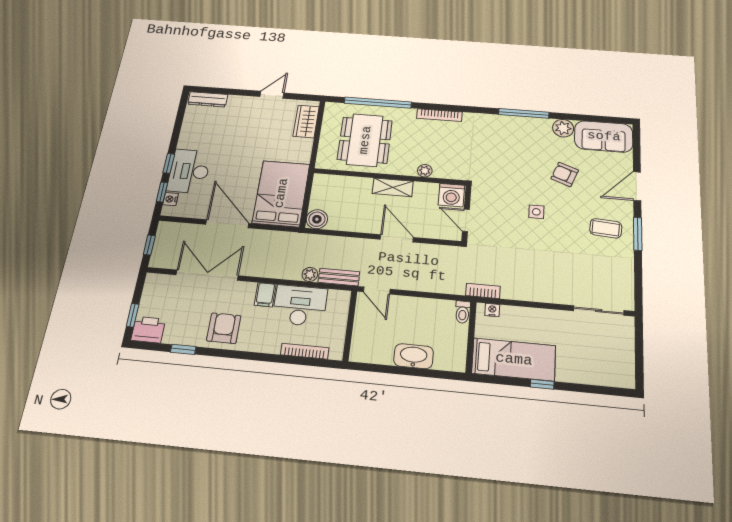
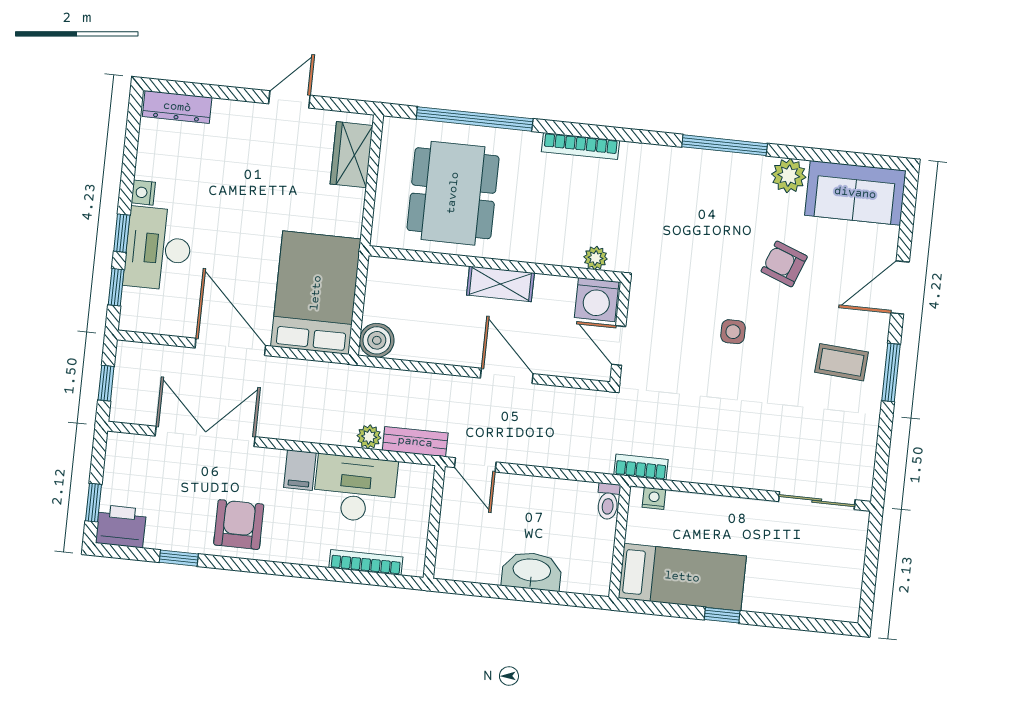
plant: (425, 171) -> (596, 258), moved
nightstand: (170, 199) -> (143, 193), moved

